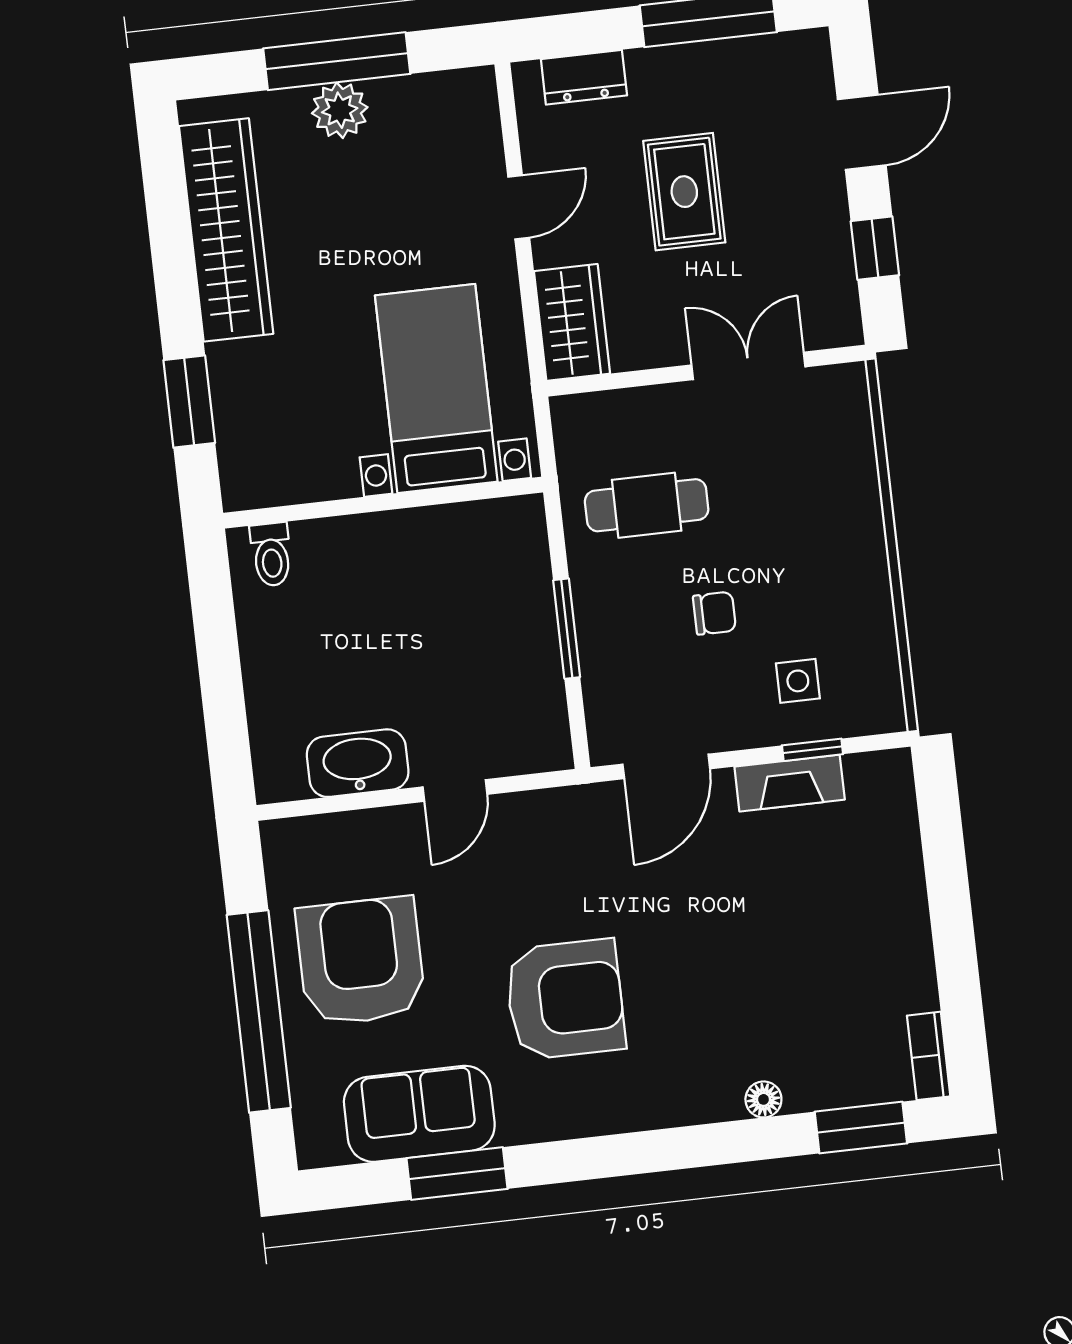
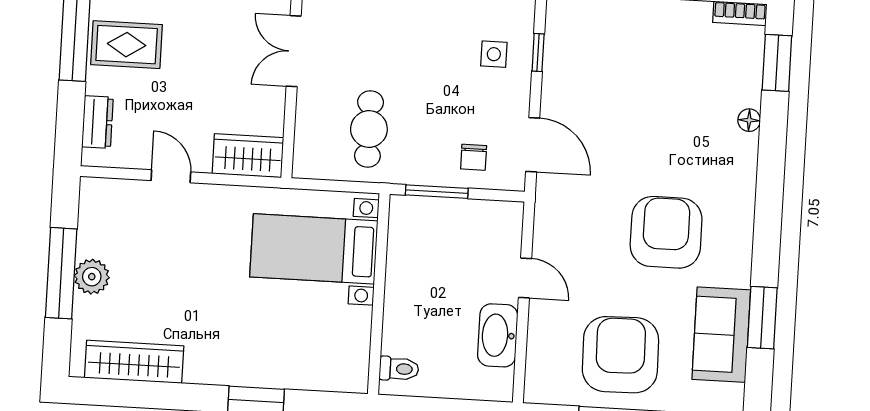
rug: (684, 192) -> (127, 45), moved
wardrobe: (226, 230) -> (134, 362), width x0.71, depth x0.85
bed with nightstands: (436, 389) -> (314, 249), moved
wall: (383, 503) -> (379, 294), moved
toilet: (271, 554) -> (399, 369), moved
chair: (714, 613) -> (474, 157), moved, turned 180
fireplace: (790, 783) -> (556, 70), removed
armchair: (361, 961) -> (620, 355), turned 89

